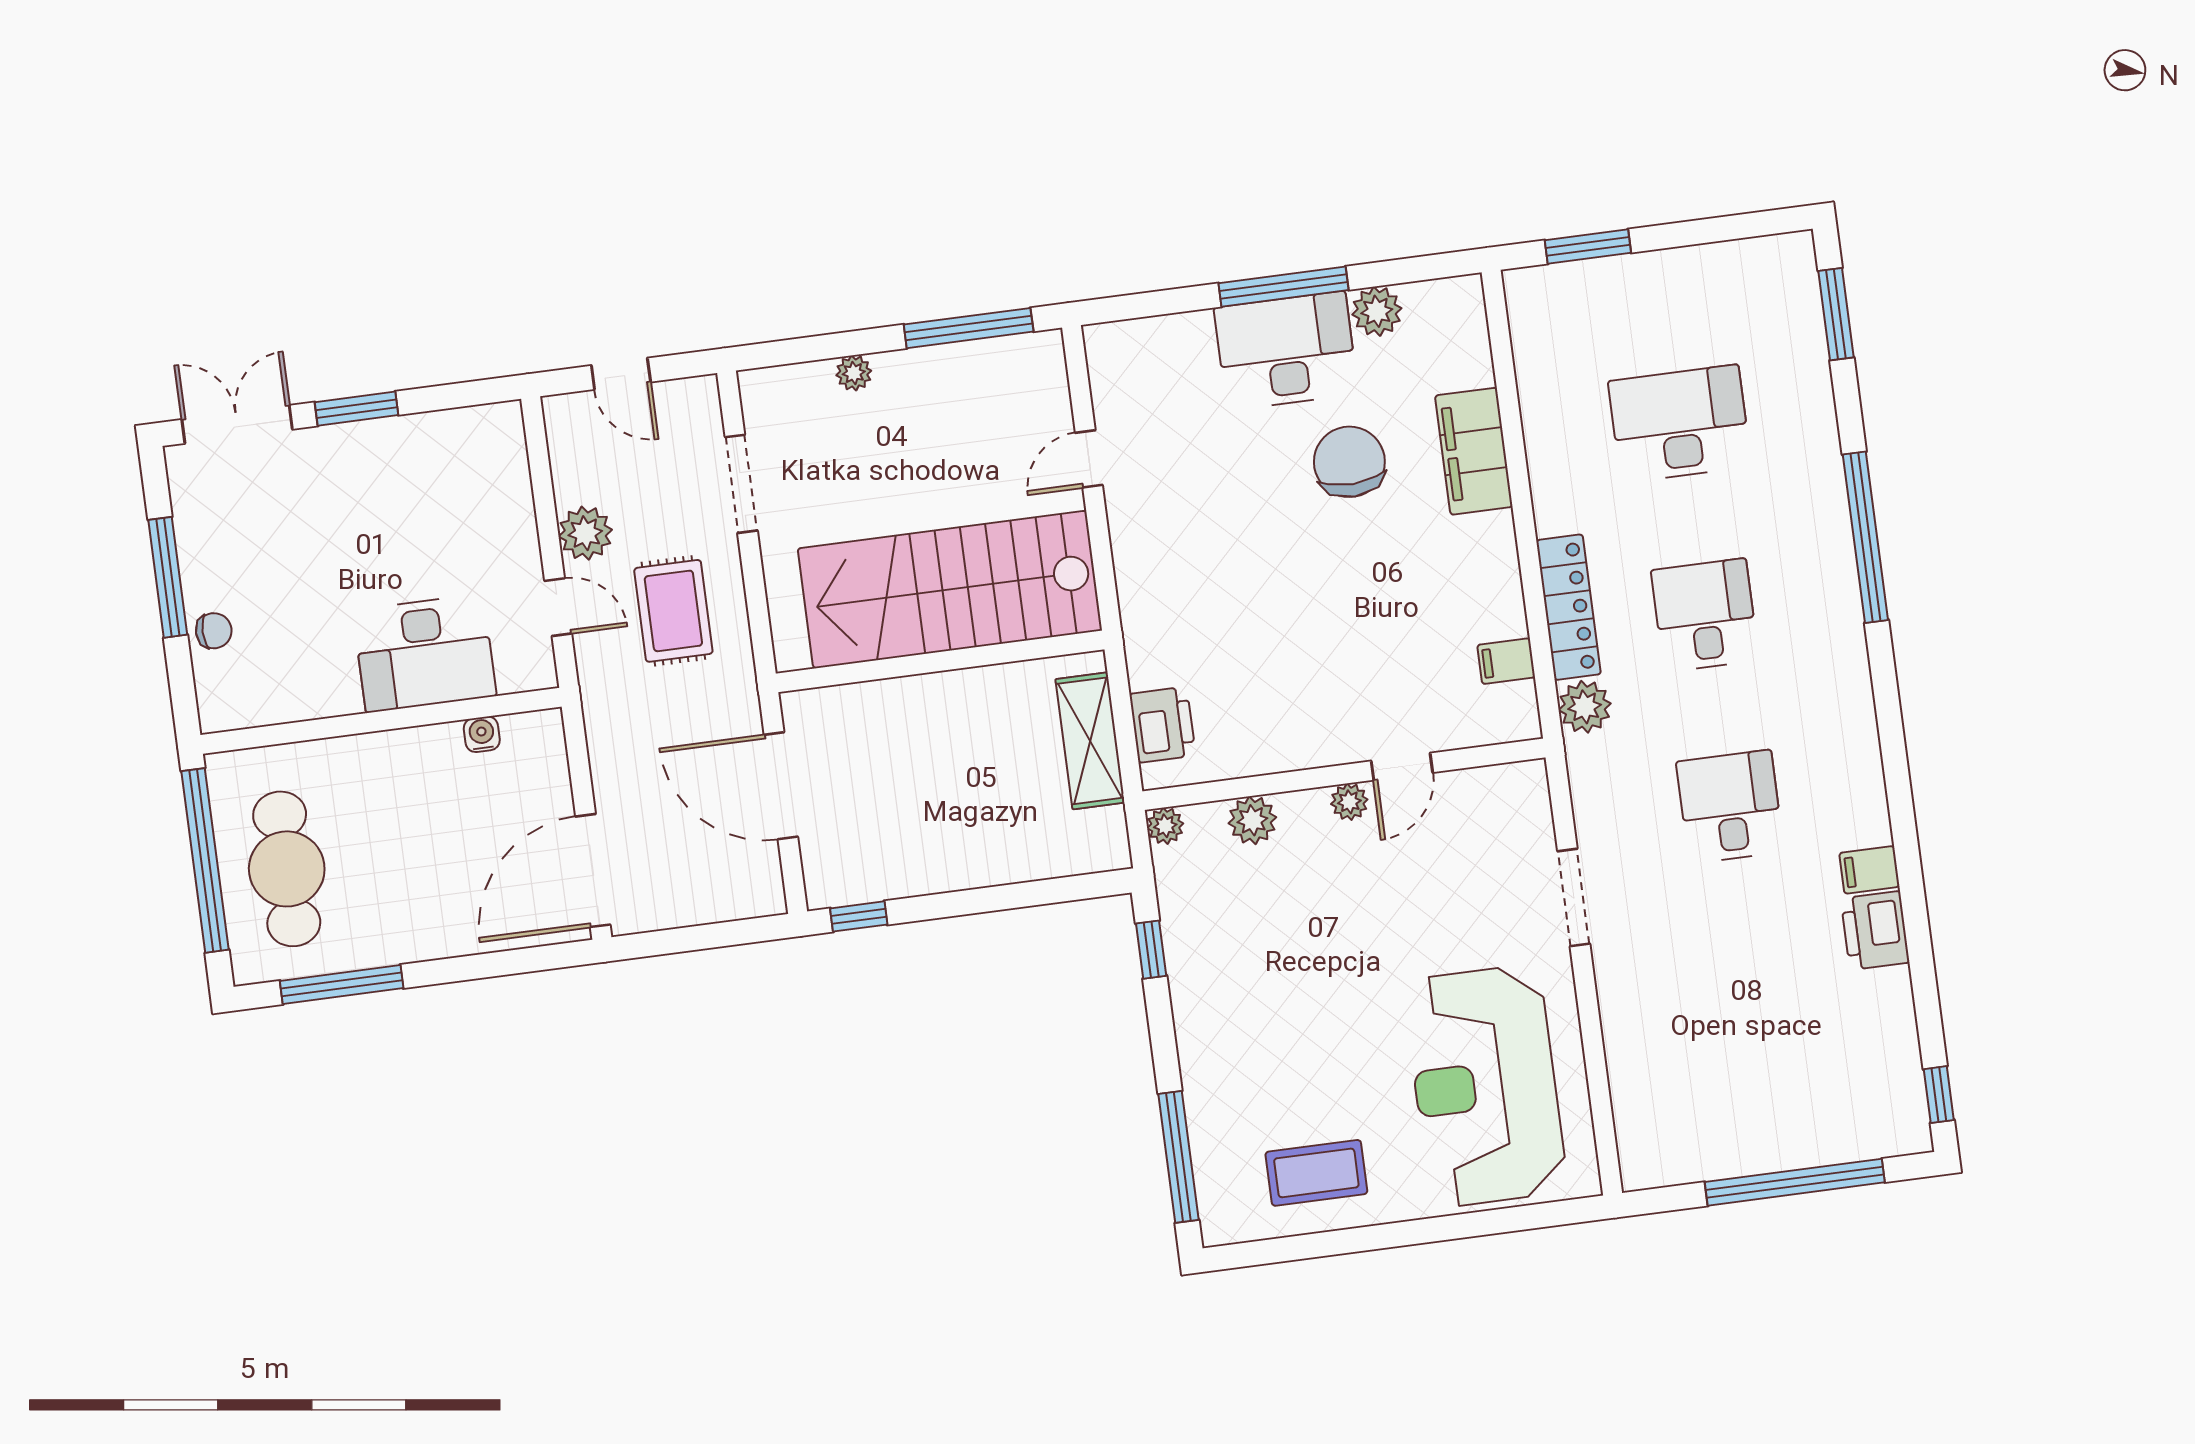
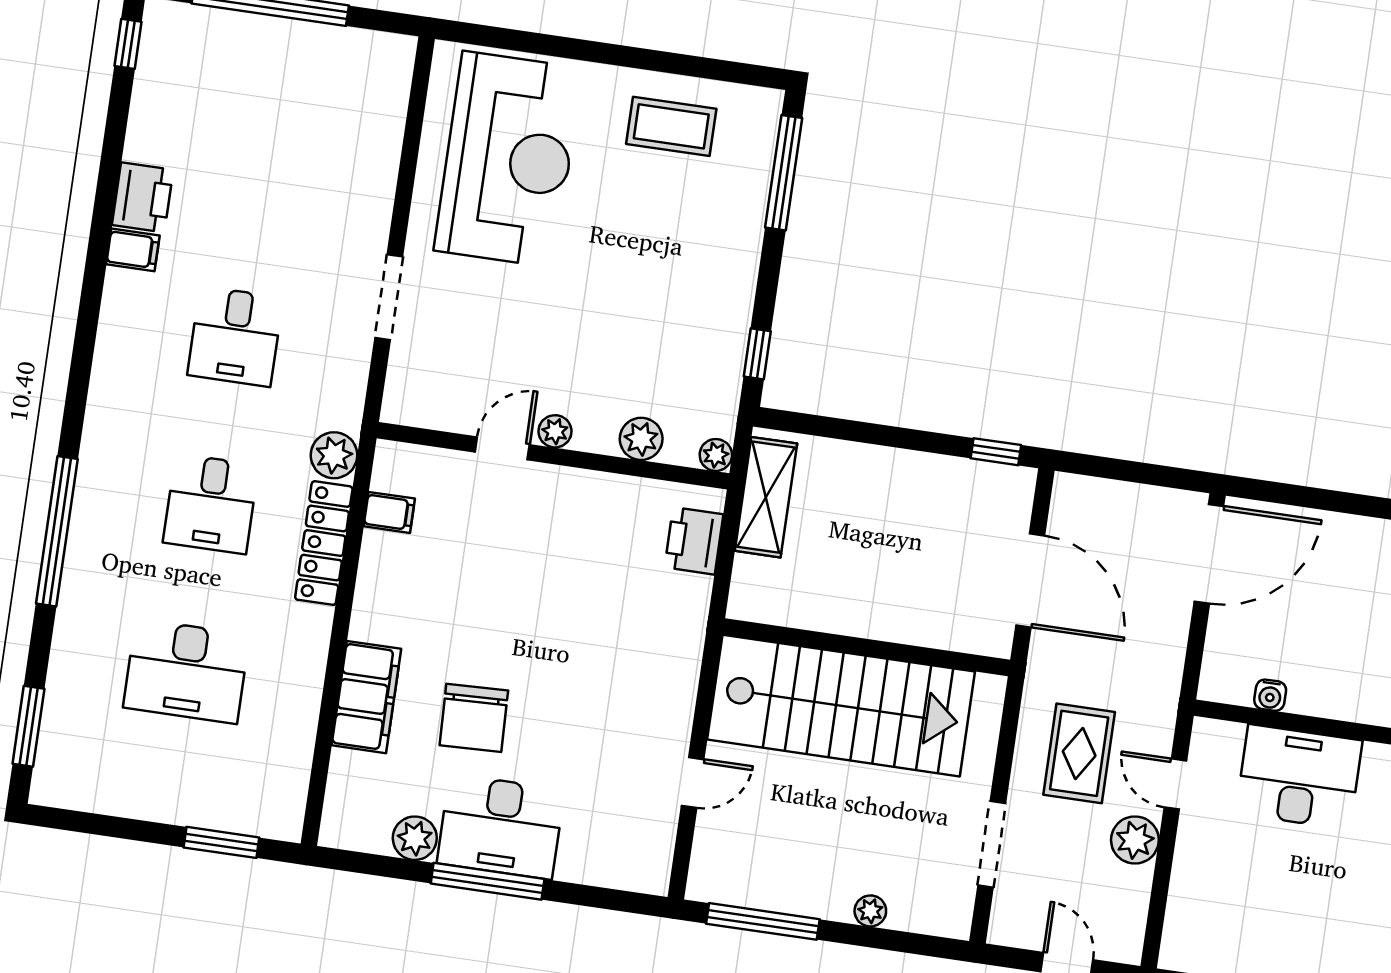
shelving: (1090, 741) -> (766, 497), moved

